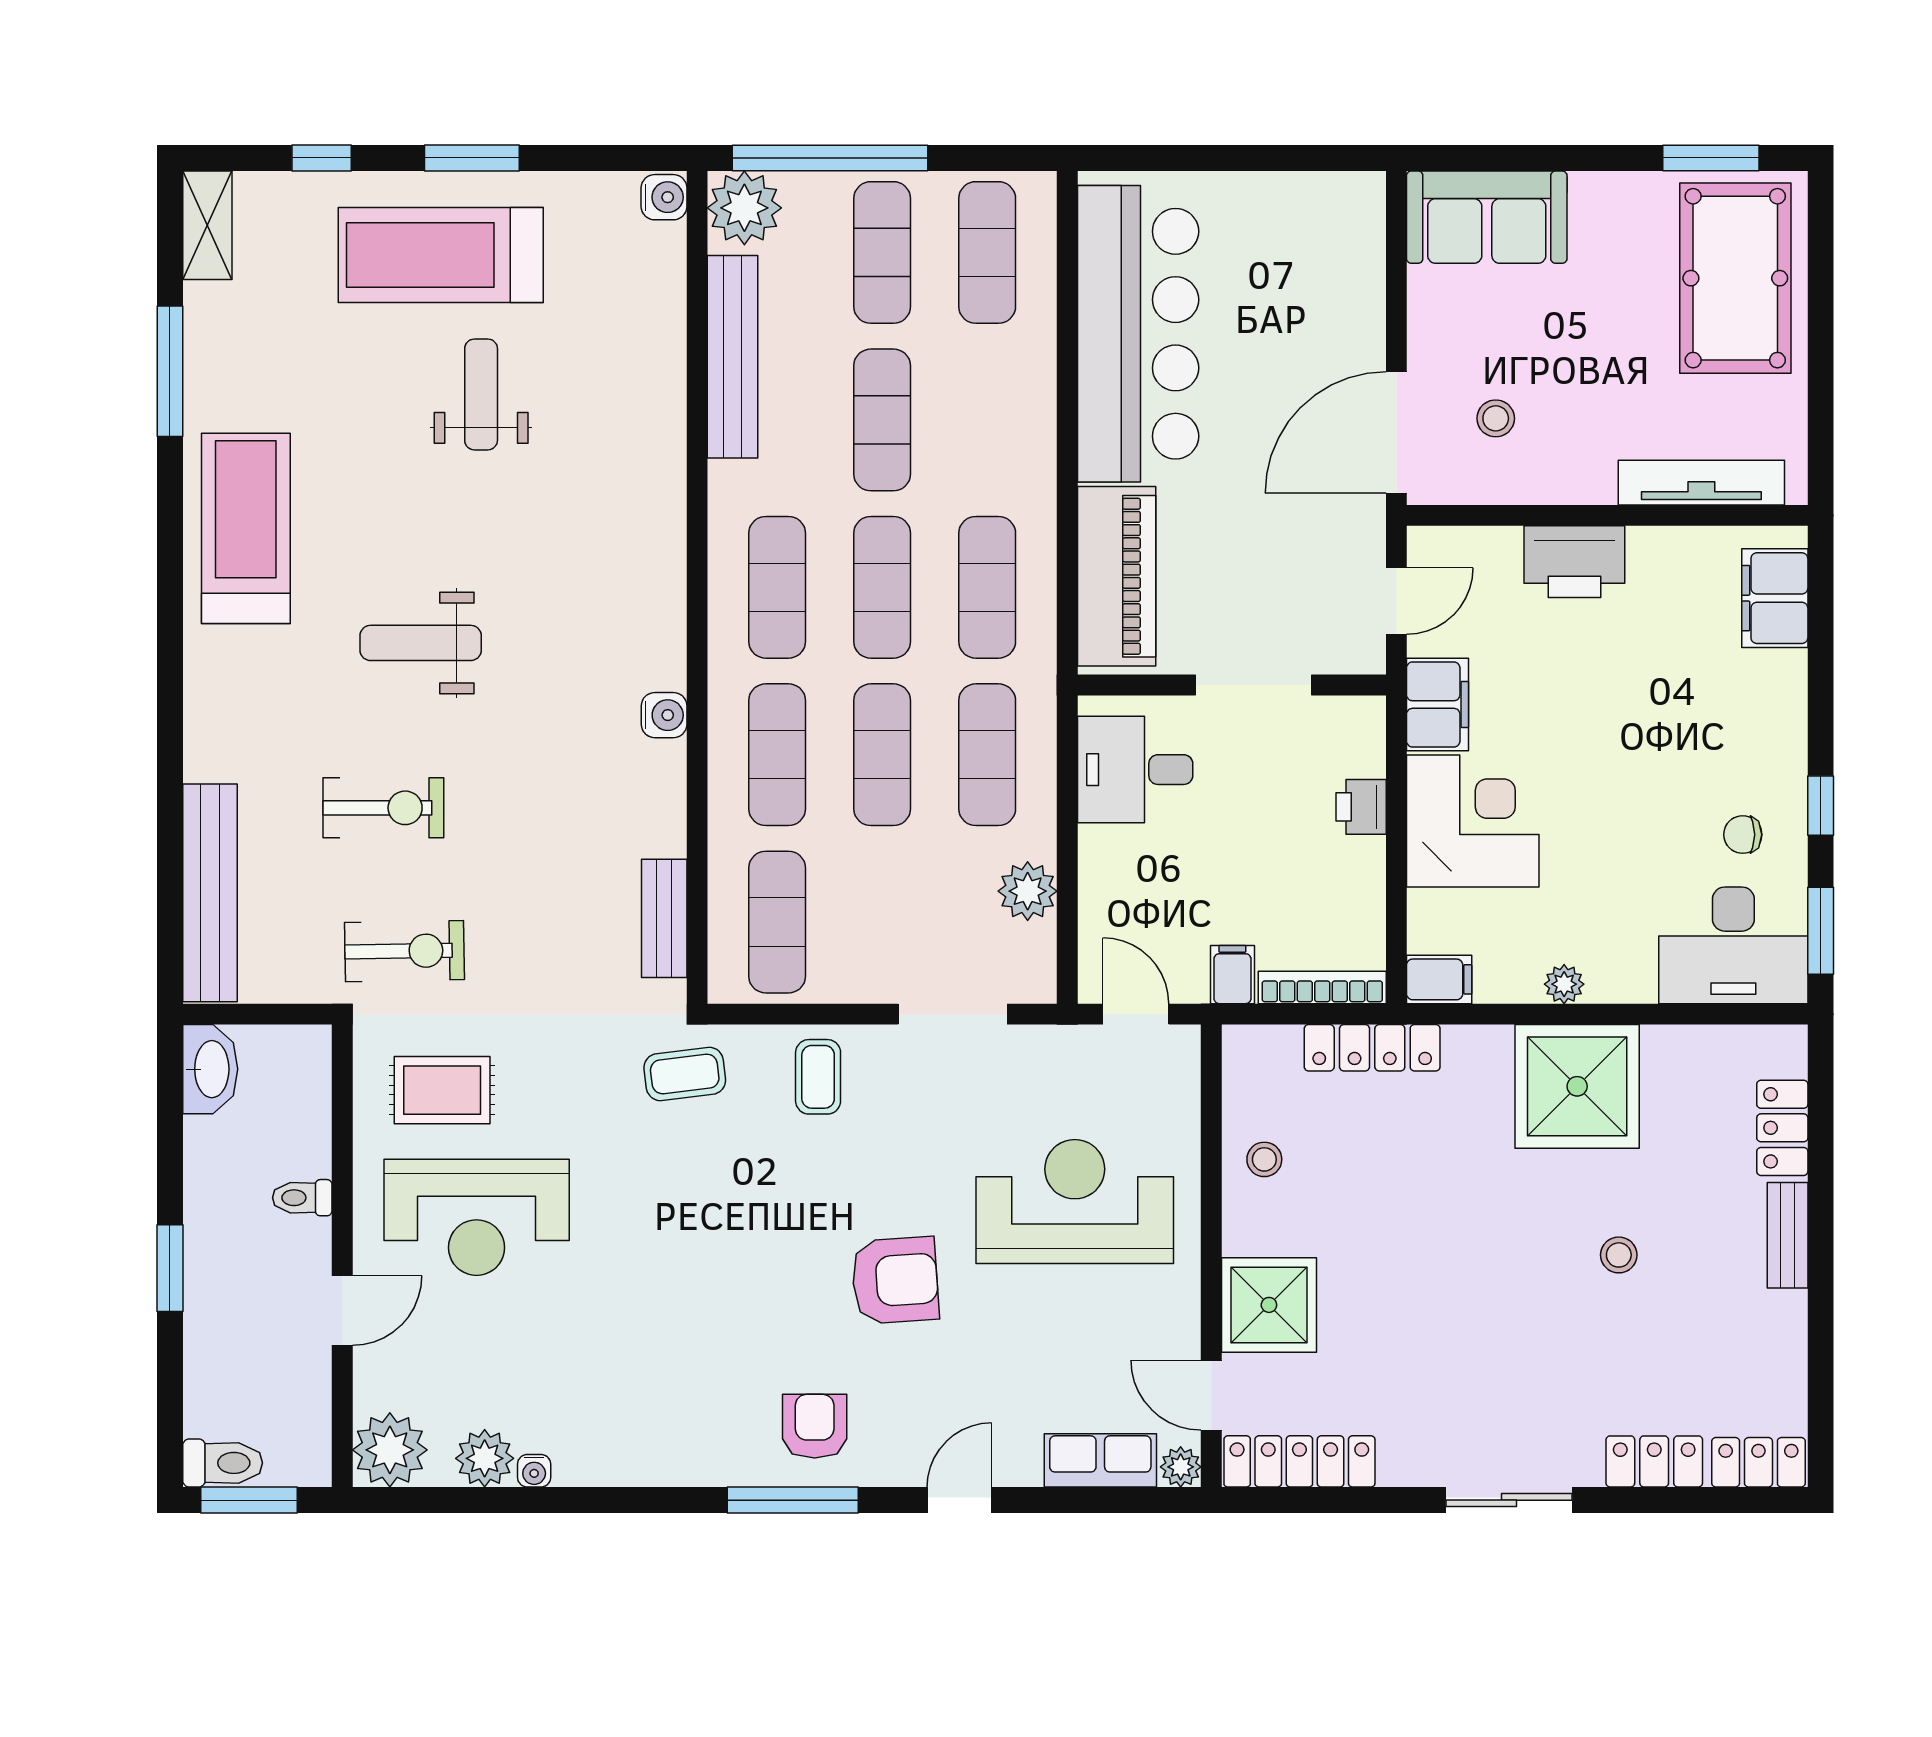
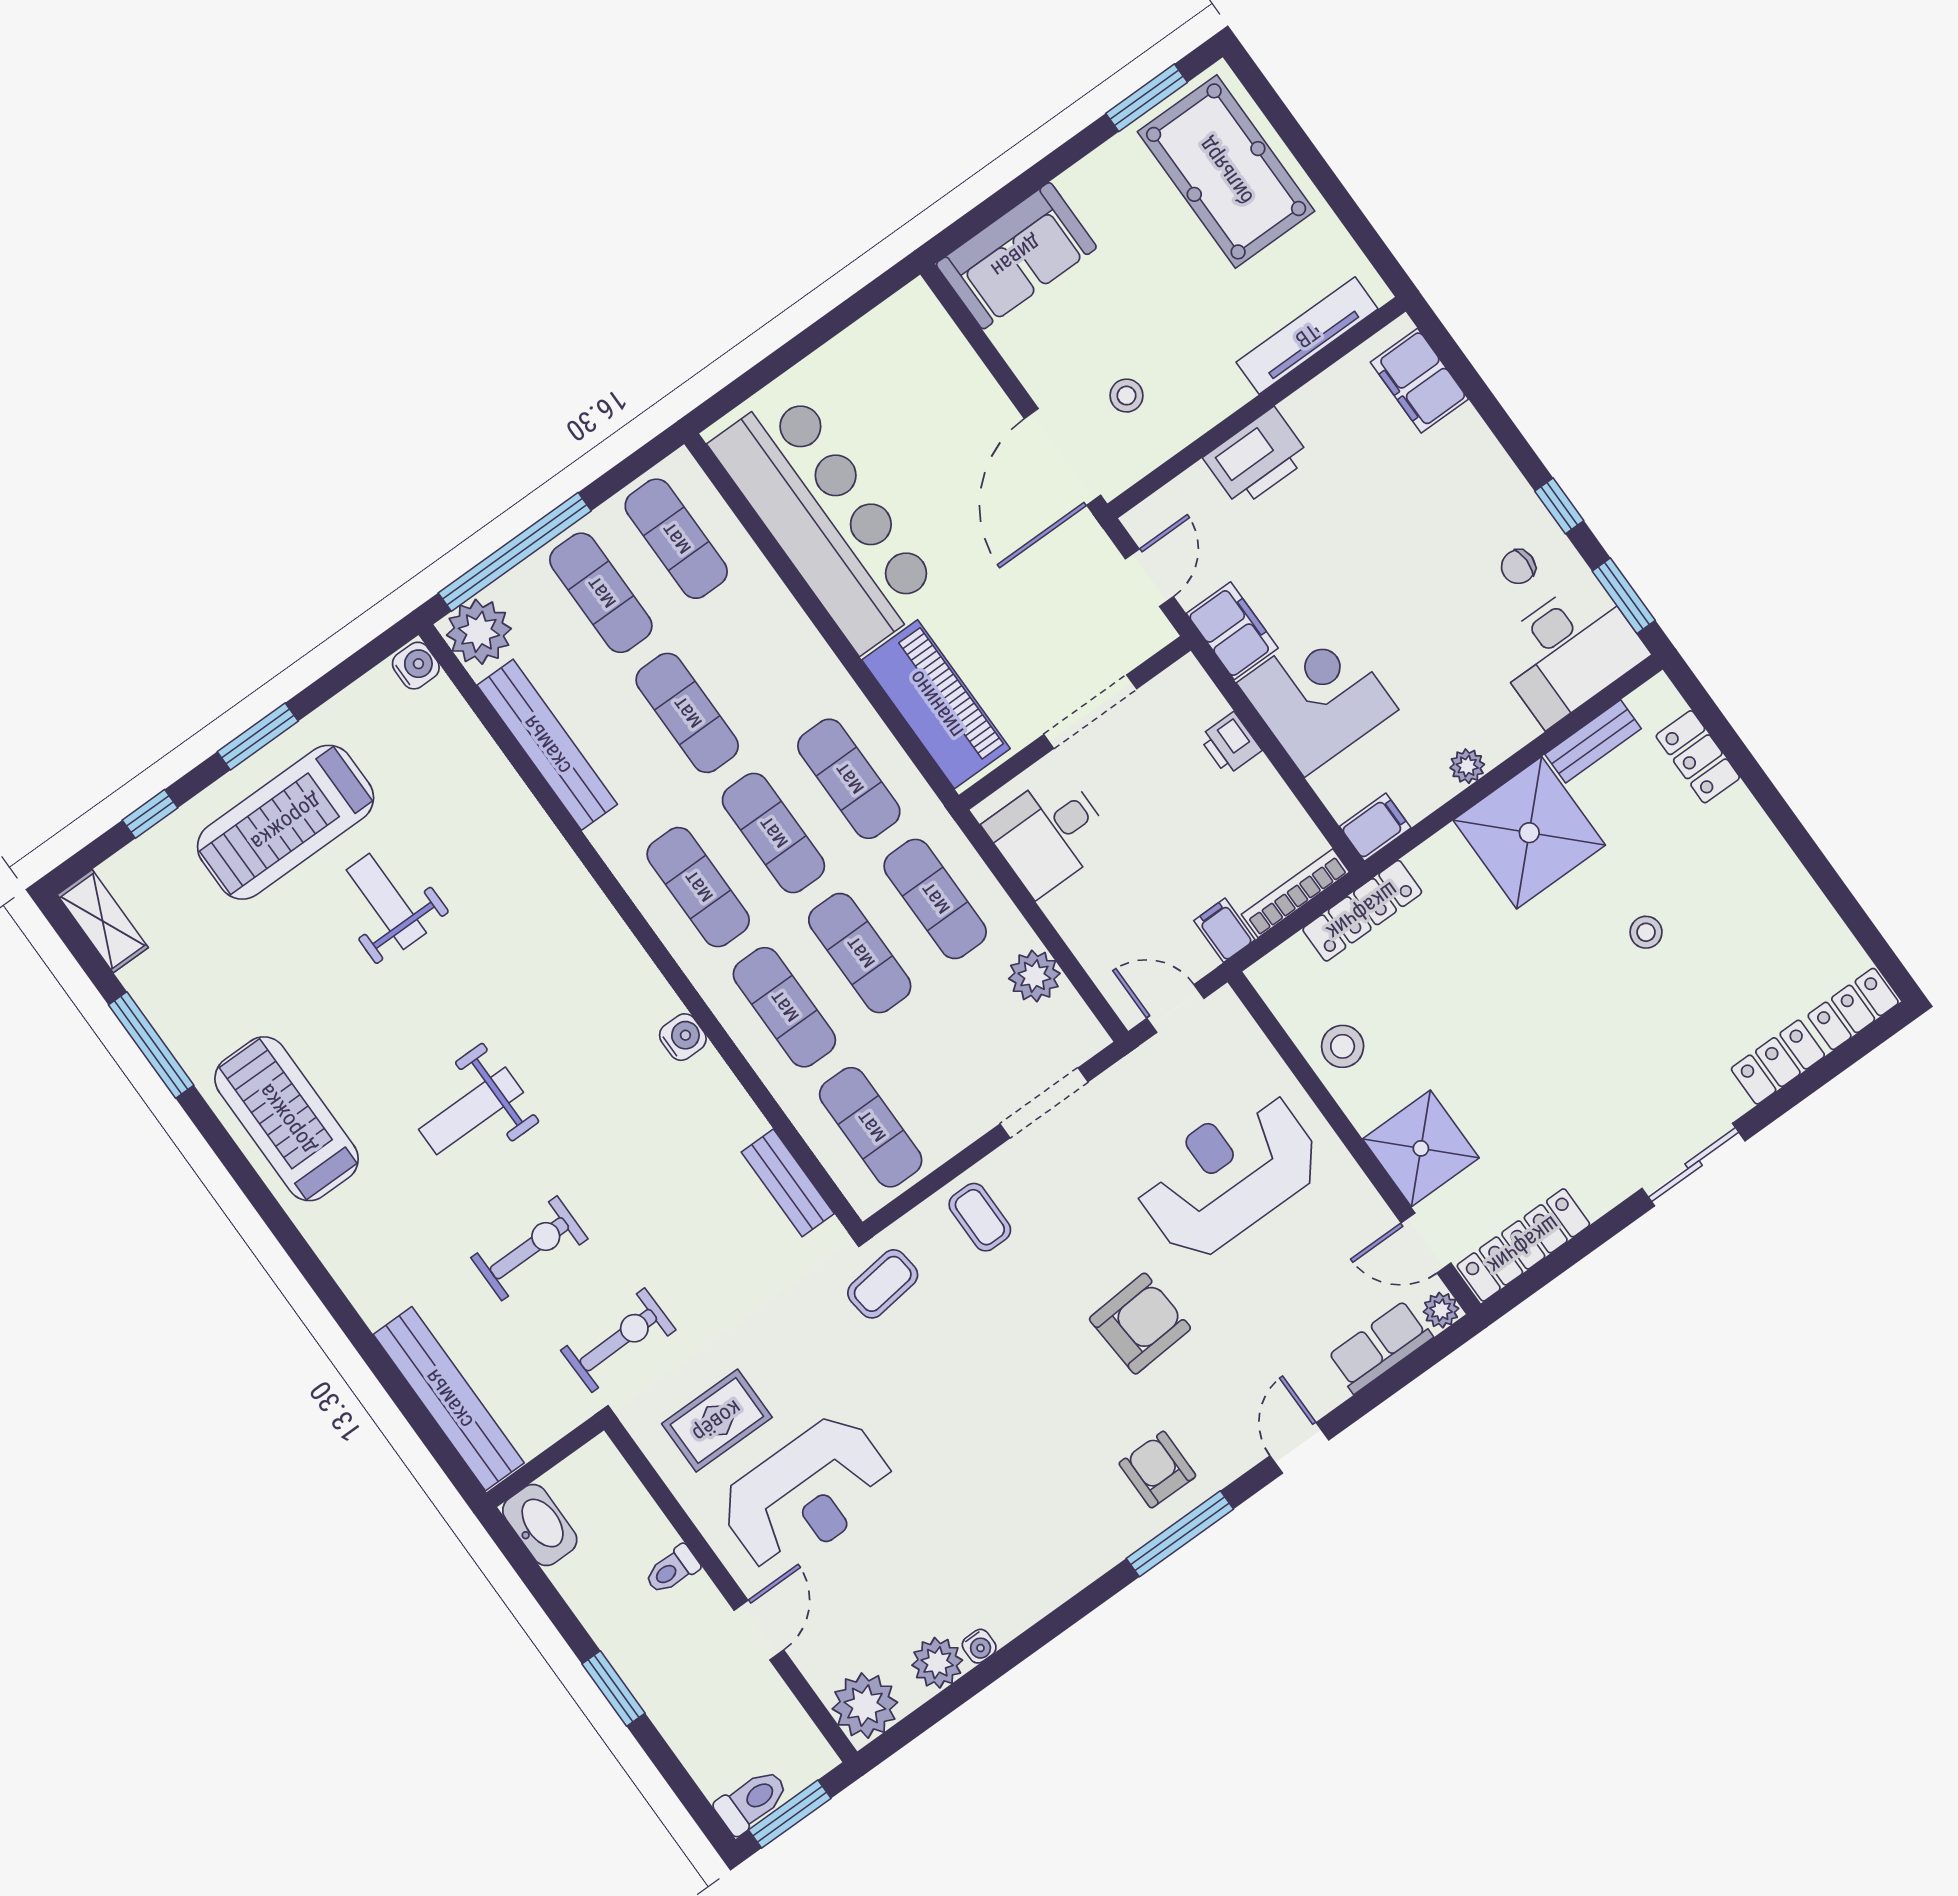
stool: (1264, 1159) -> (1343, 1046), width x1.37, depth x1.37
bench: (1788, 1235) -> (1593, 741), moved, turned 90

